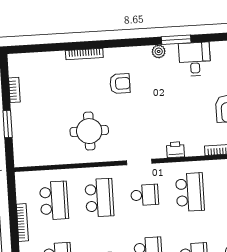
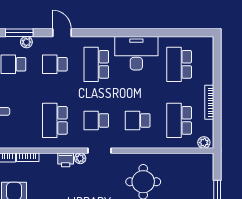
plant: (160, 152) -> (80, 158), added
plant: (25, 178) -> (204, 143), added
school desk: (99, 198) -> (138, 120), width x0.54

